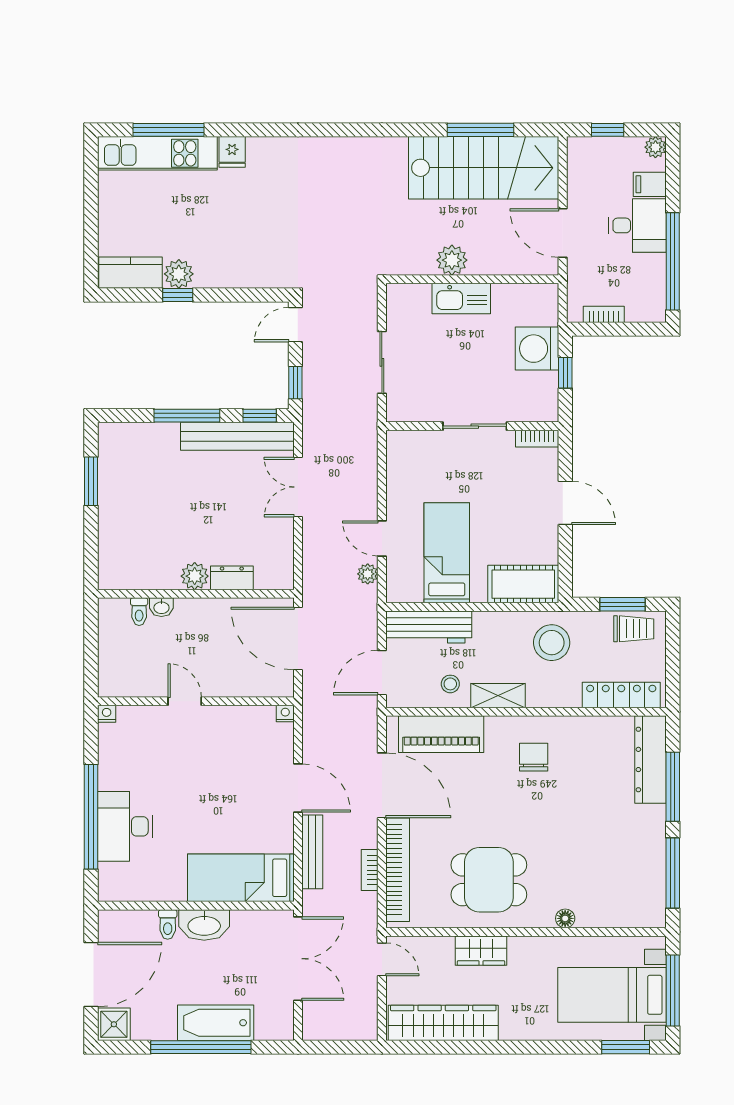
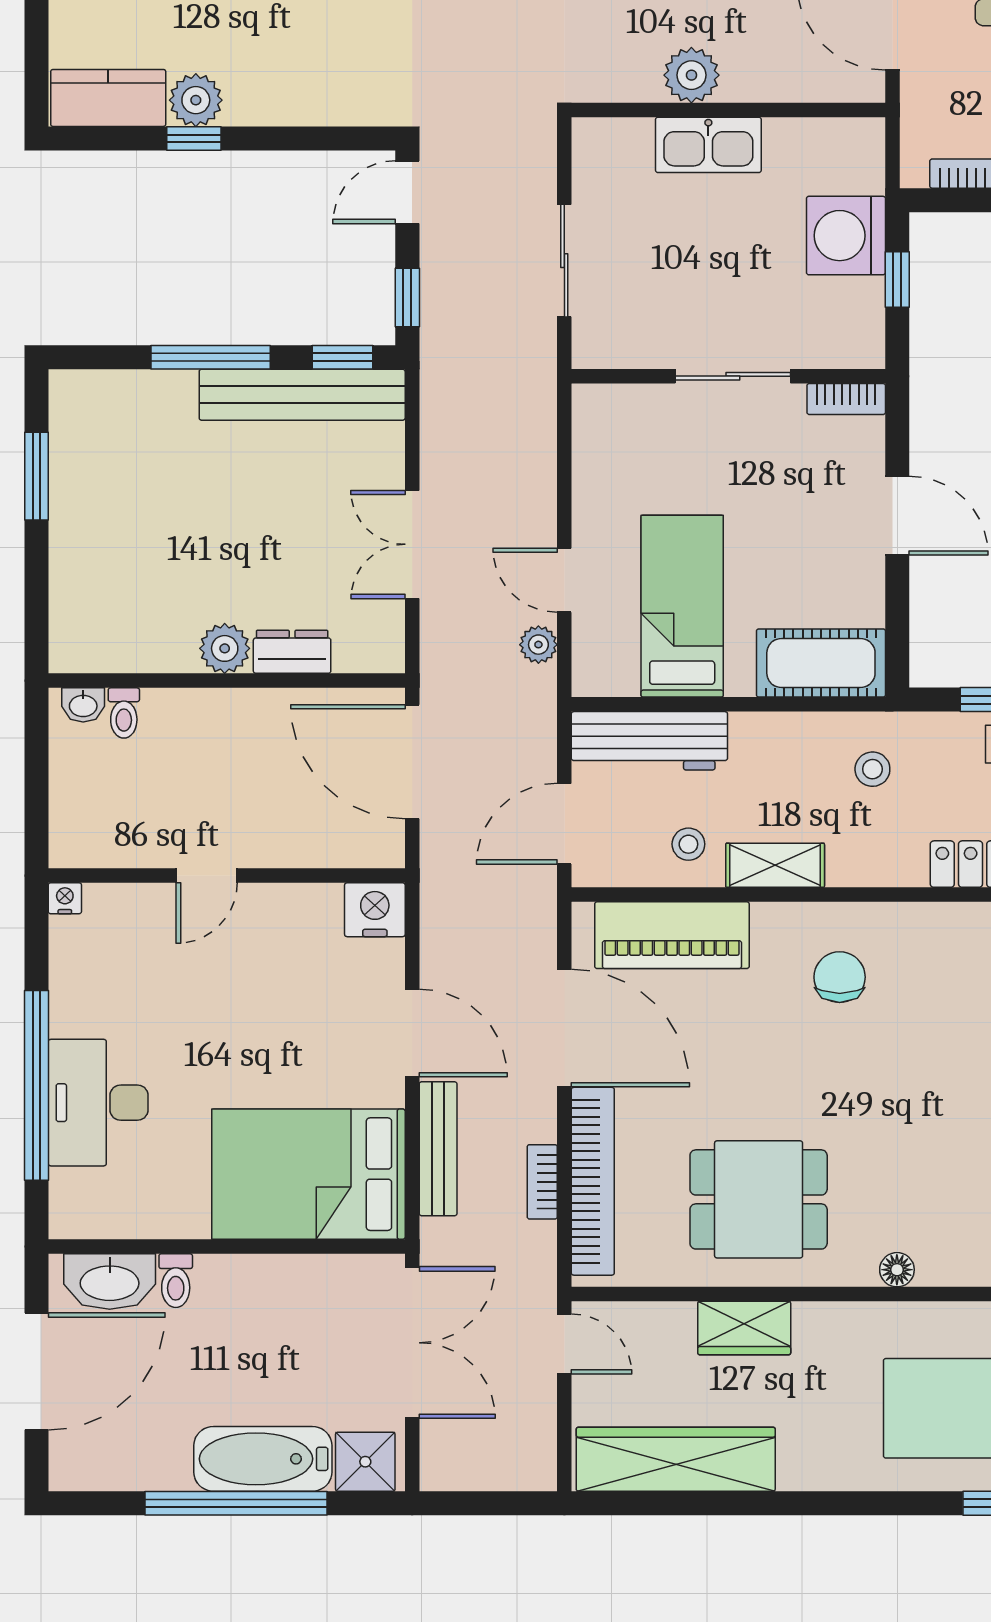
double door: (298, 487) -> (412, 544), moved
washbasin: (161, 607) -> (83, 705), moved
stool: (552, 643) -> (872, 769), width x0.53, depth x0.53
door: (185, 701) -> (207, 876), swing flipped
nightstand: (285, 713) -> (375, 910), width x1.89, depth x1.79
bed: (241, 878) -> (308, 1174), width x1.50
washbasin: (204, 925) -> (110, 1282), moved
shower: (114, 1024) -> (365, 1462), moved

